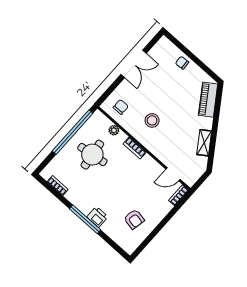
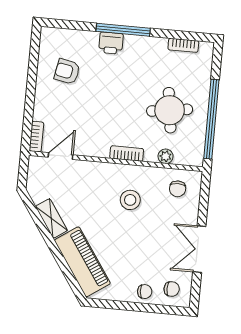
chair: (166, 53) -> (172, 289), added
piano: (208, 100) -> (82, 262), width x1.37, depth x1.33

